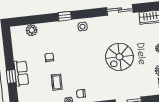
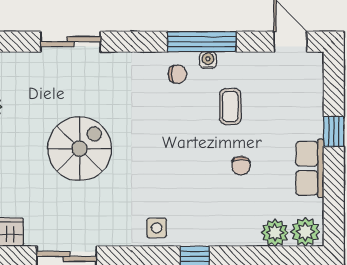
plant: (19, 32) -> (305, 232), added
row of seats: (21, 73) -> (310, 168), moved

